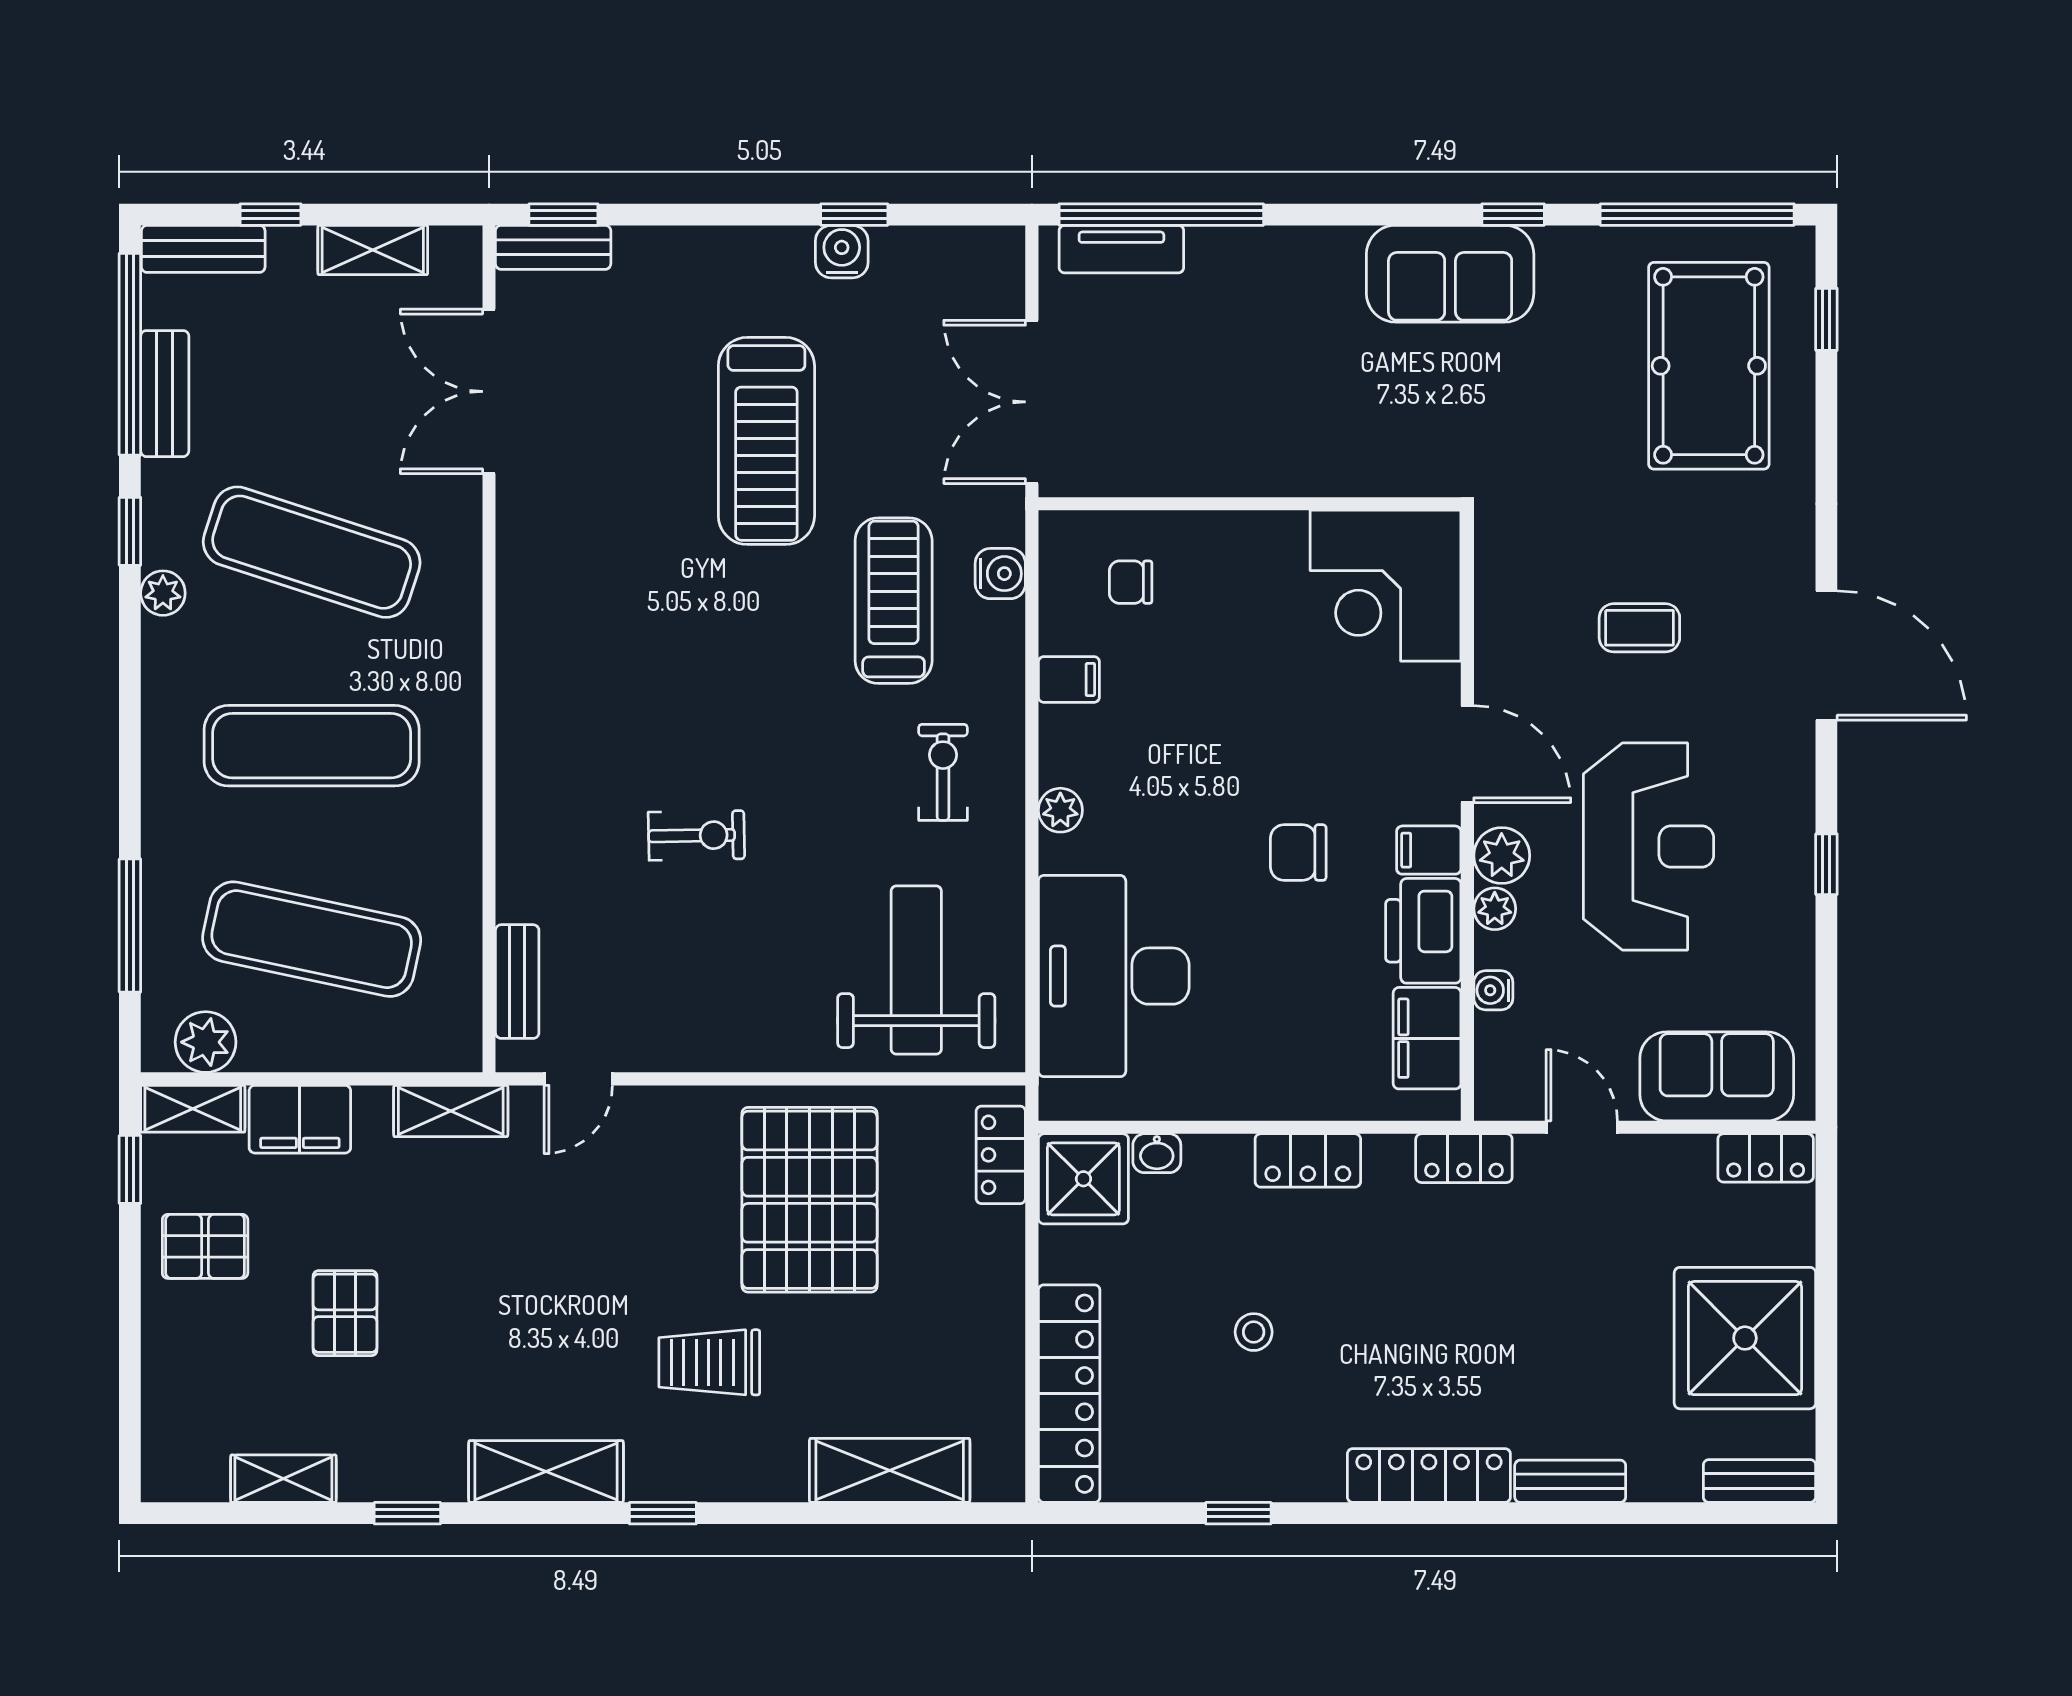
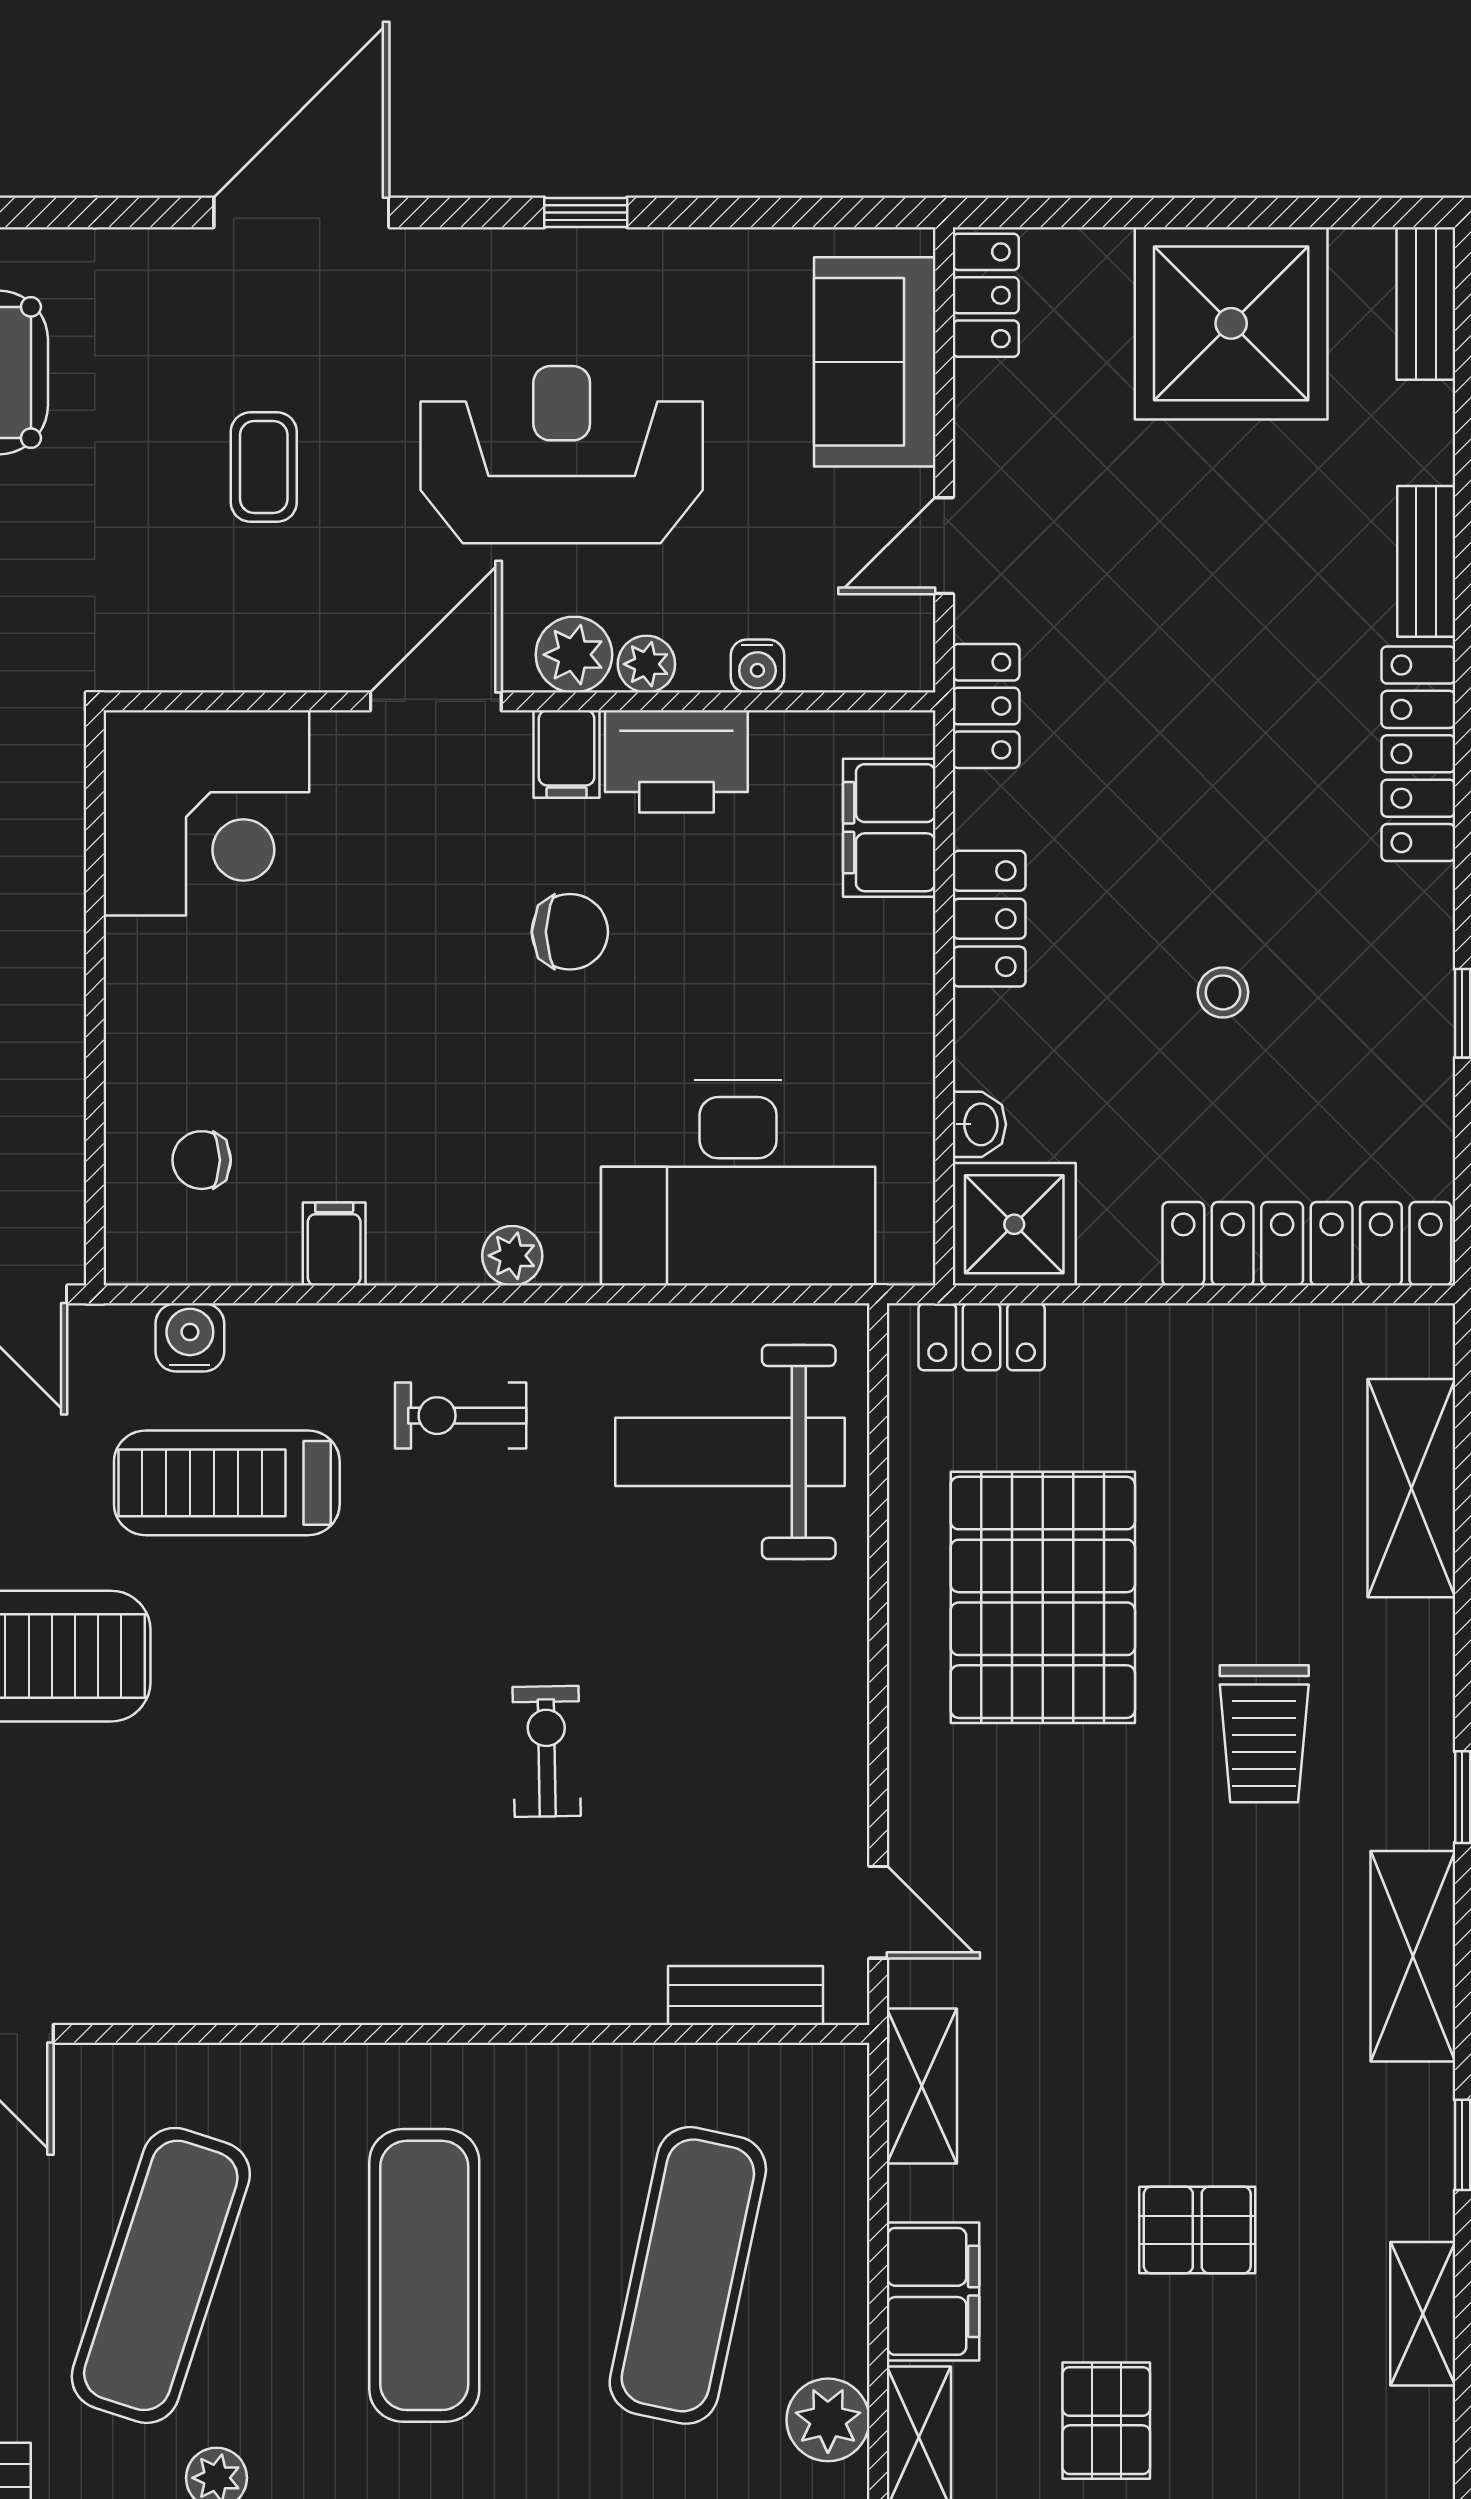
chair: (1131, 582) -> (202, 1160), turned 90
chair: (1298, 853) -> (570, 932), turned -90
filing cabinet: (1427, 1038) -> (889, 828), moved, turned 90
pallet: (809, 1200) -> (1043, 1597), turned 90

